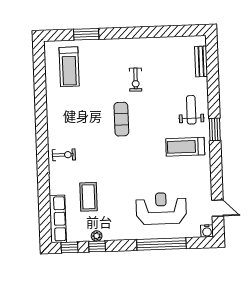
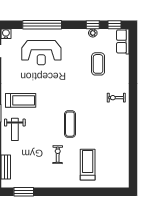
window: (86, 34) -> (24, 192), moved
treadmill: (69, 67) -> (88, 165), moved
row of seats: (58, 219) -> (123, 41), width x0.68

